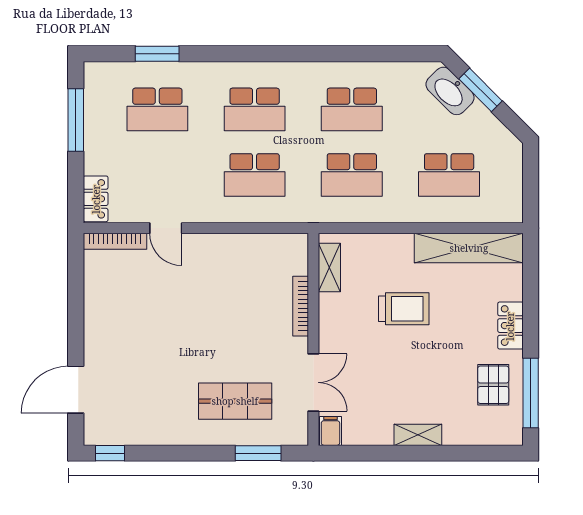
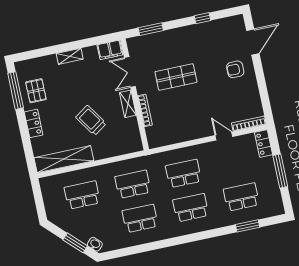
washbasin: (450, 91) -> (95, 244), width x0.52, depth x0.69
window: (76, 120) -> (280, 171), moved
shelving: (329, 267) -> (128, 104), moved
trolley: (404, 309) -> (91, 120), turned 56
armchair: (119, 346) -> (235, 69), added
shop shelf: (235, 401) -> (176, 77), moved
filing cabinet: (330, 431) -> (110, 50), width x2.00
window: (110, 453) -> (202, 18), moved

